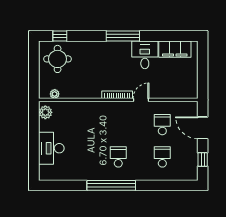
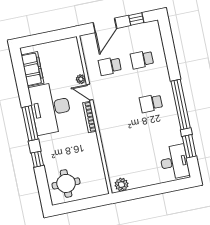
window: (60, 36) -> (37, 159), moved
desk: (145, 55) -> (51, 108), width x1.87, depth x1.30
plant: (55, 94) -> (81, 79), moved
desk: (51, 148) -> (174, 162), moved, turned -90
window: (69, 185) -> (189, 146), added

